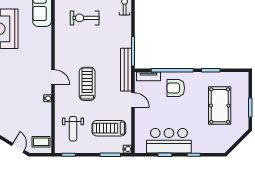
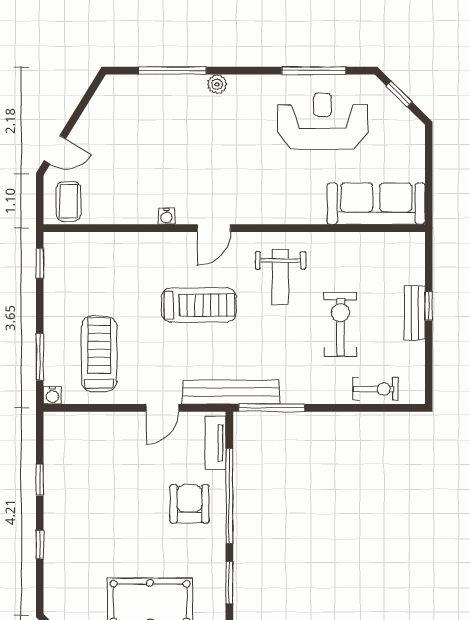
exercise bike: (85, 18) -> (340, 324), moved
weight bench: (73, 129) -> (280, 277), moved, turned -90
bar counter: (169, 141) -> (71, 489), removed

